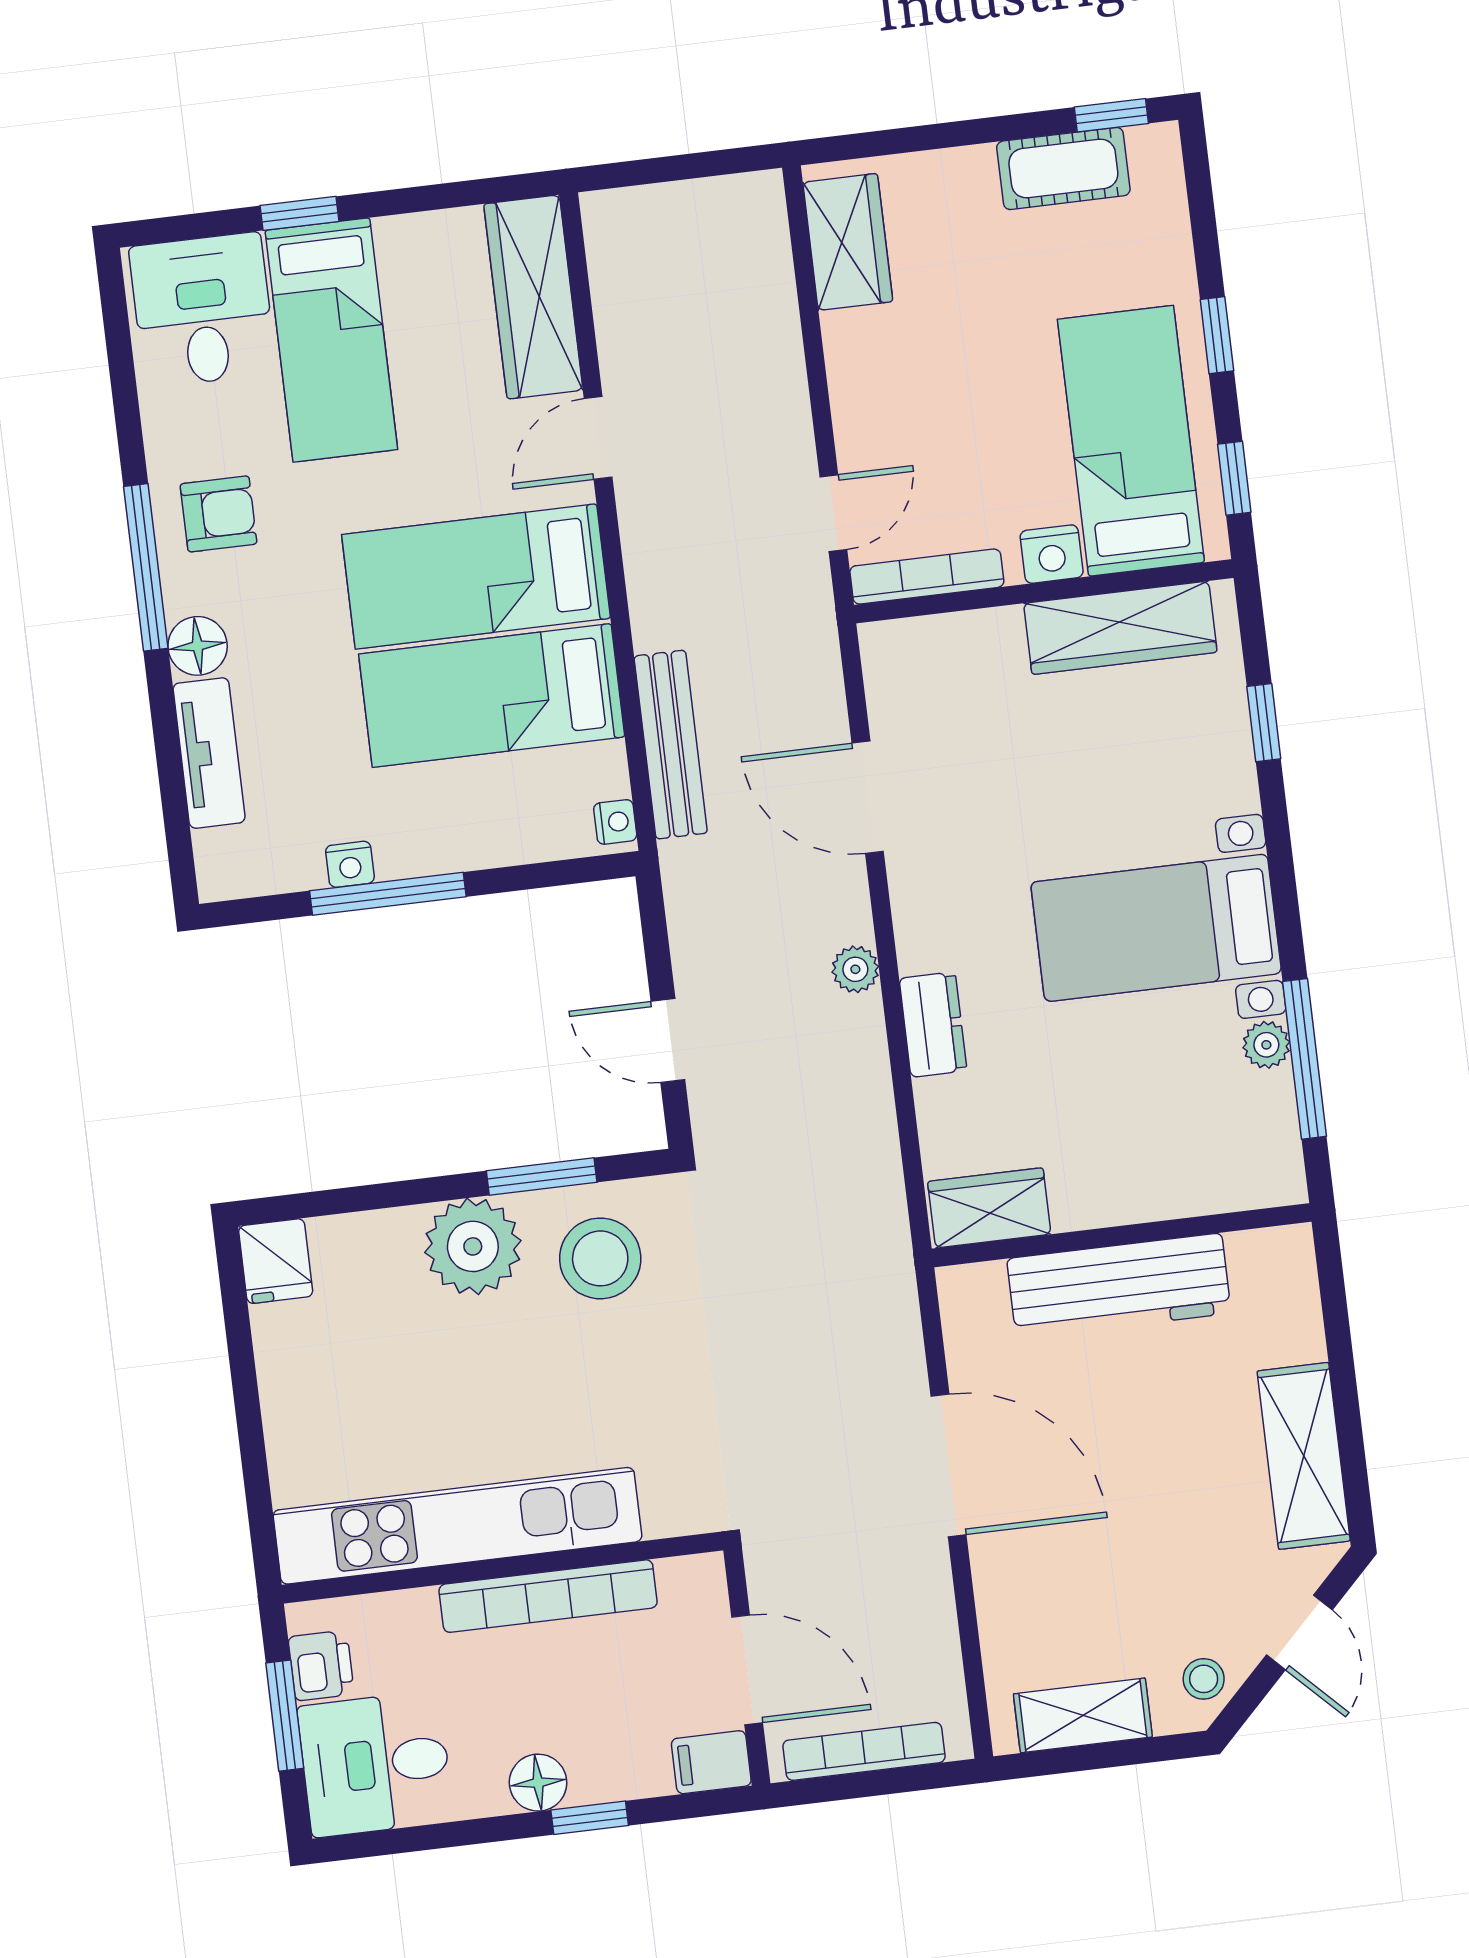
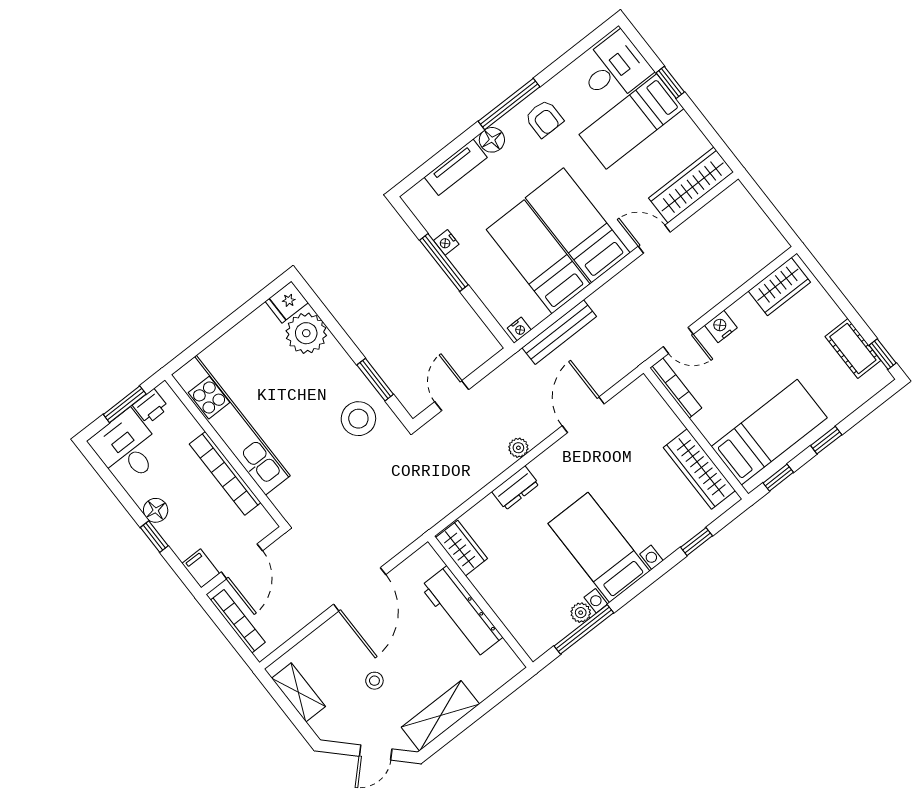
nightstand: (1052, 554) -> (721, 326), moved, turned 90
plant: (473, 1246) -> (306, 333), moved
stool: (1204, 1679) -> (374, 681), moved

